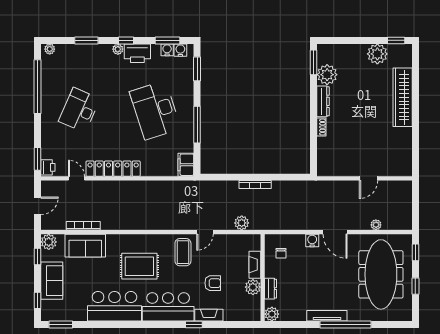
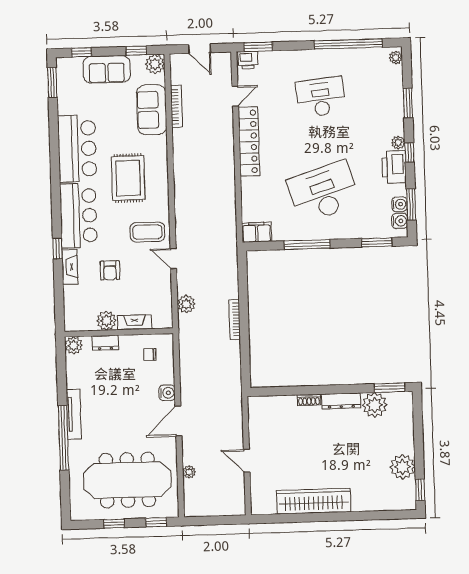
wardrobe: (403, 97) -> (314, 501), moved
desk: (79, 110) -> (321, 97), turned -30

